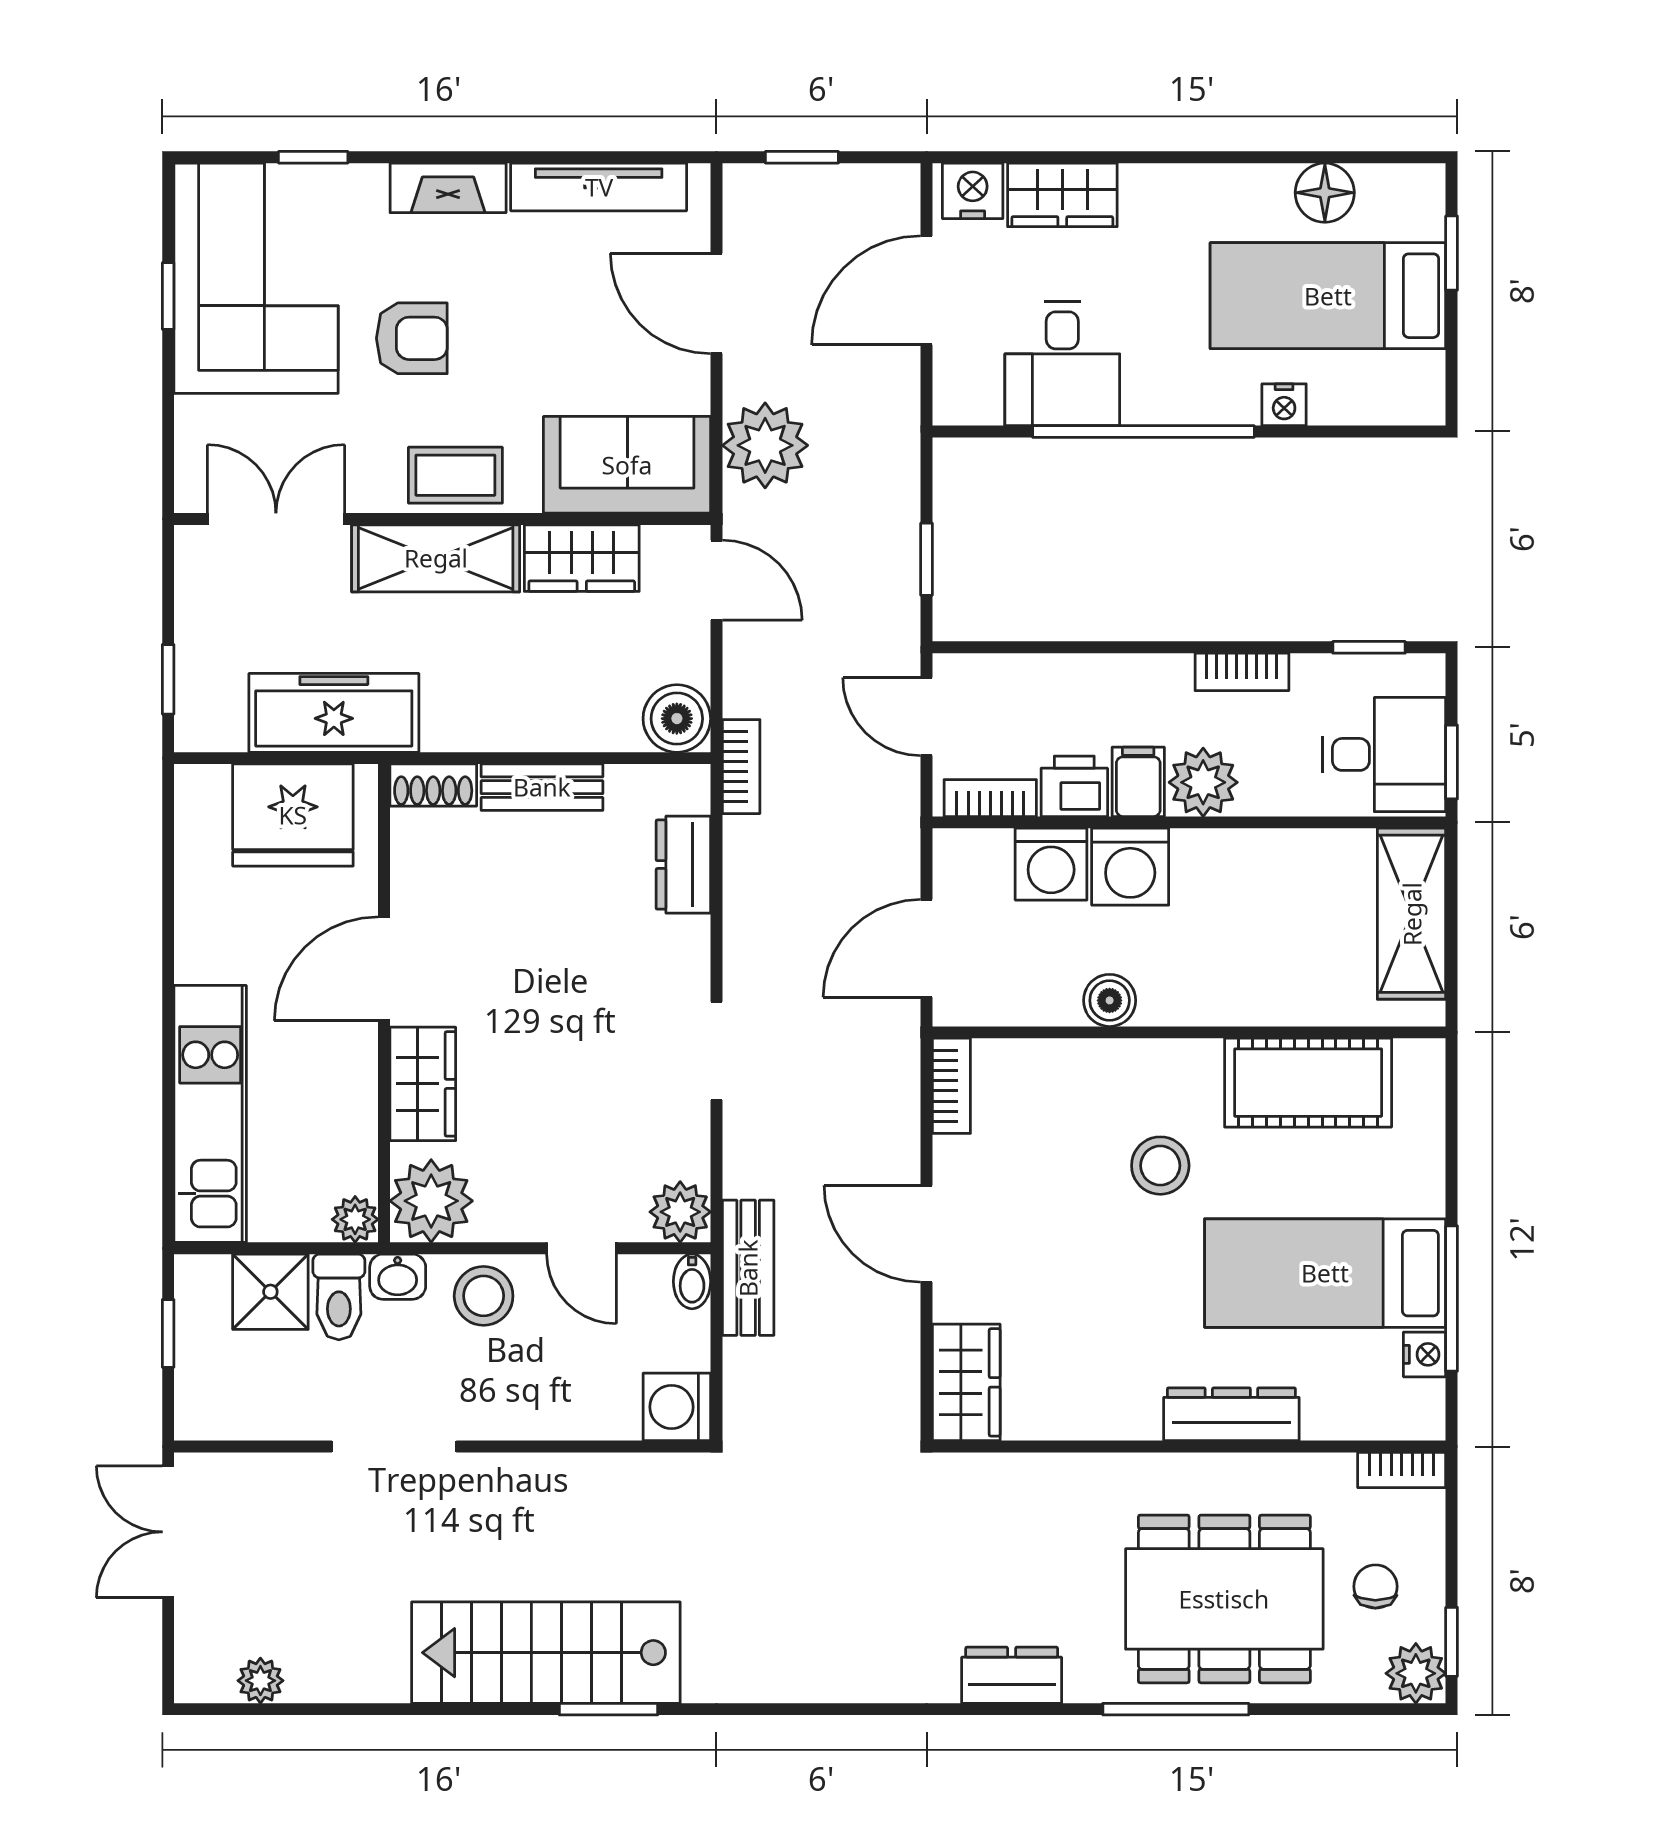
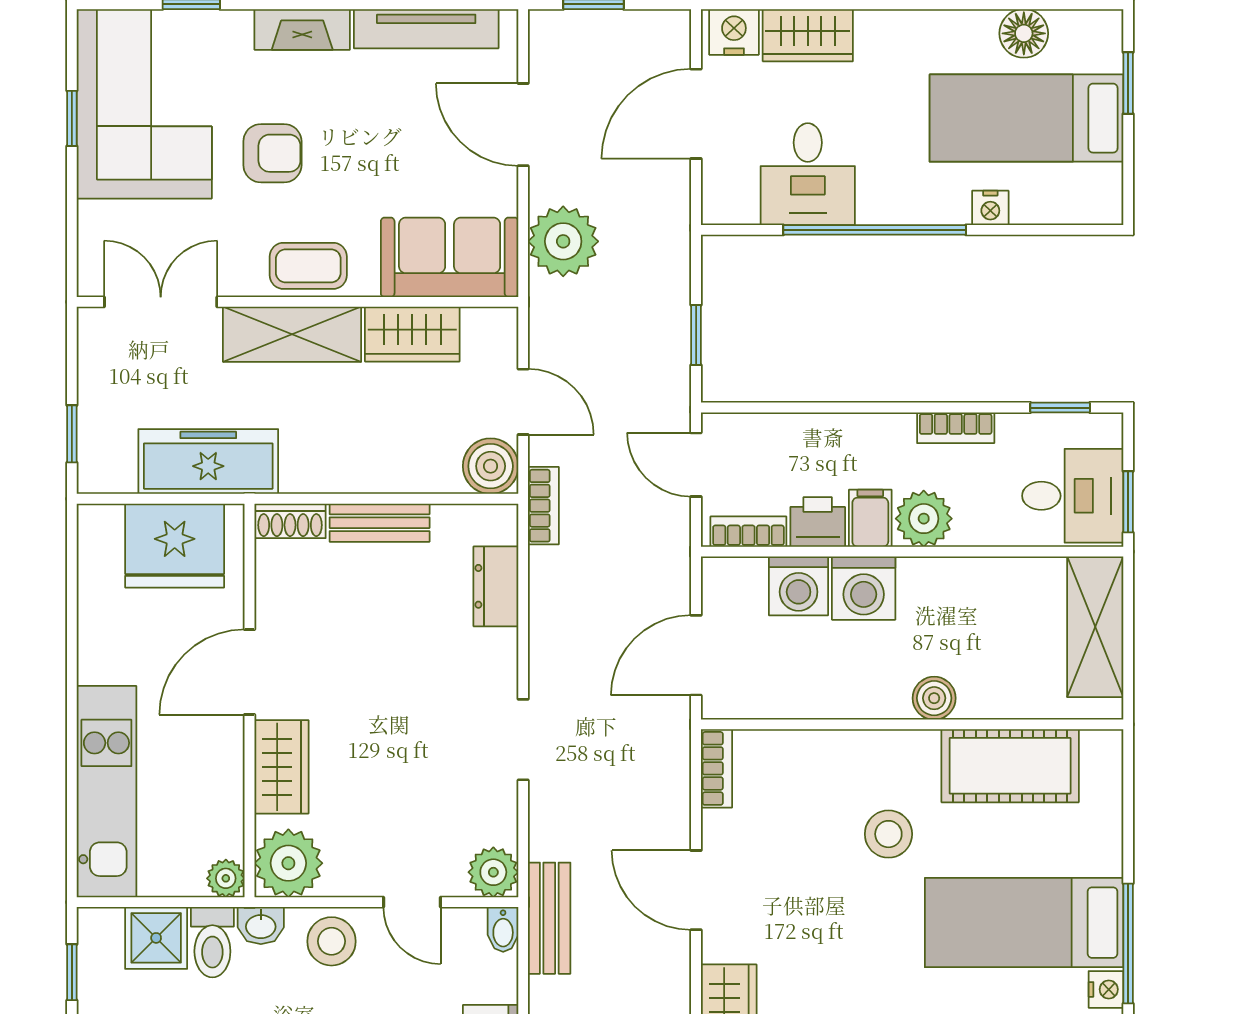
door: (716, 580) -> (523, 402), moved
boiler: (1110, 1000) -> (934, 698), moved

